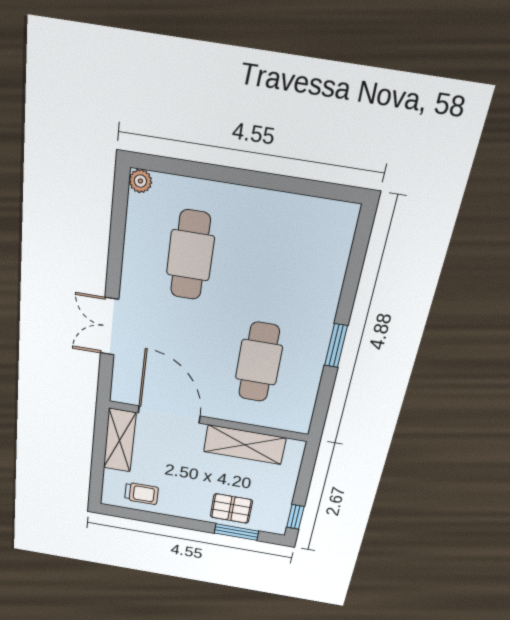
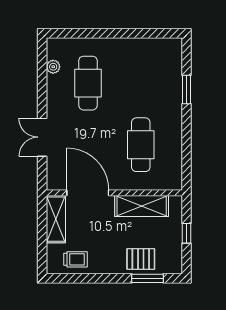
plant: (140, 181) -> (53, 67), moved
window: (336, 346) -> (187, 89), moved
window: (295, 517) -> (187, 233), moved

